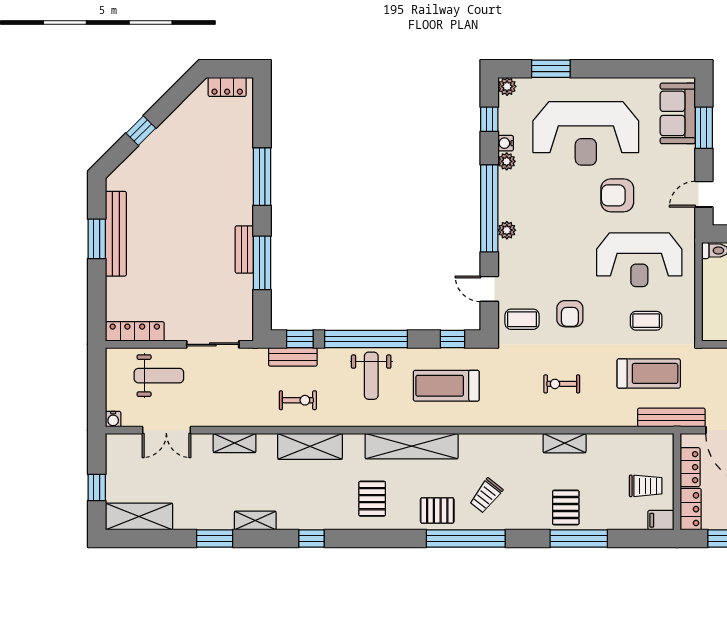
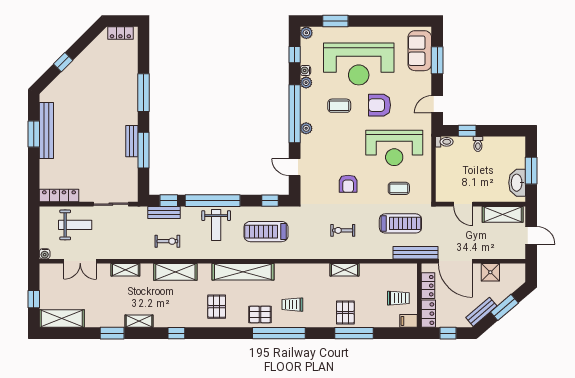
coffee table: (522, 319) -> (339, 106), moved
trolley: (486, 496) -> (292, 305), turned 52

